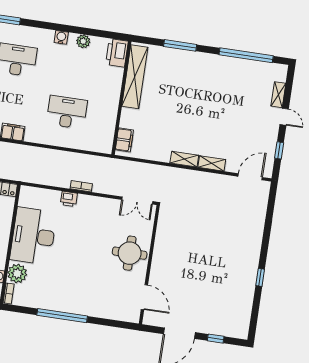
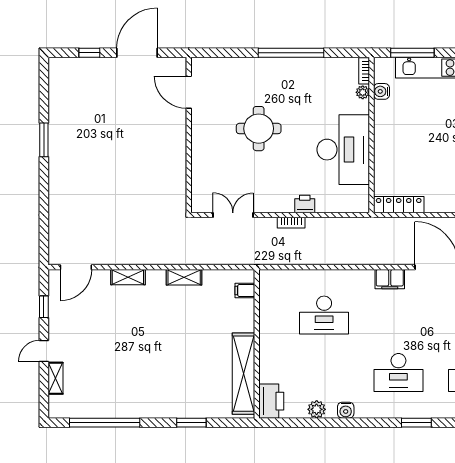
window: (180, 45) -> (191, 423), width x0.69
door: (284, 117) -> (44, 351), hinge flipped
filing cabinet: (124, 140) -> (245, 290), width x0.50
shelving: (184, 159) -> (184, 277), moved
double door: (137, 201) -> (233, 215), moved
round table: (130, 253) -> (259, 129), moved
plant: (17, 274) -> (363, 92), width x0.53, depth x0.53
window: (260, 277) -> (44, 140), width x1.50

